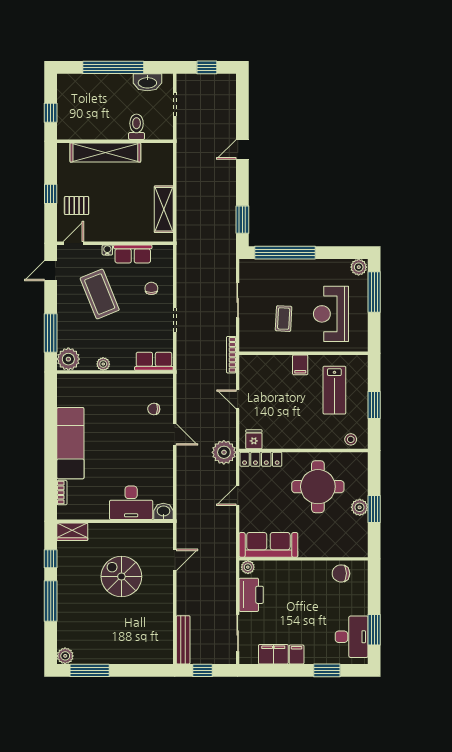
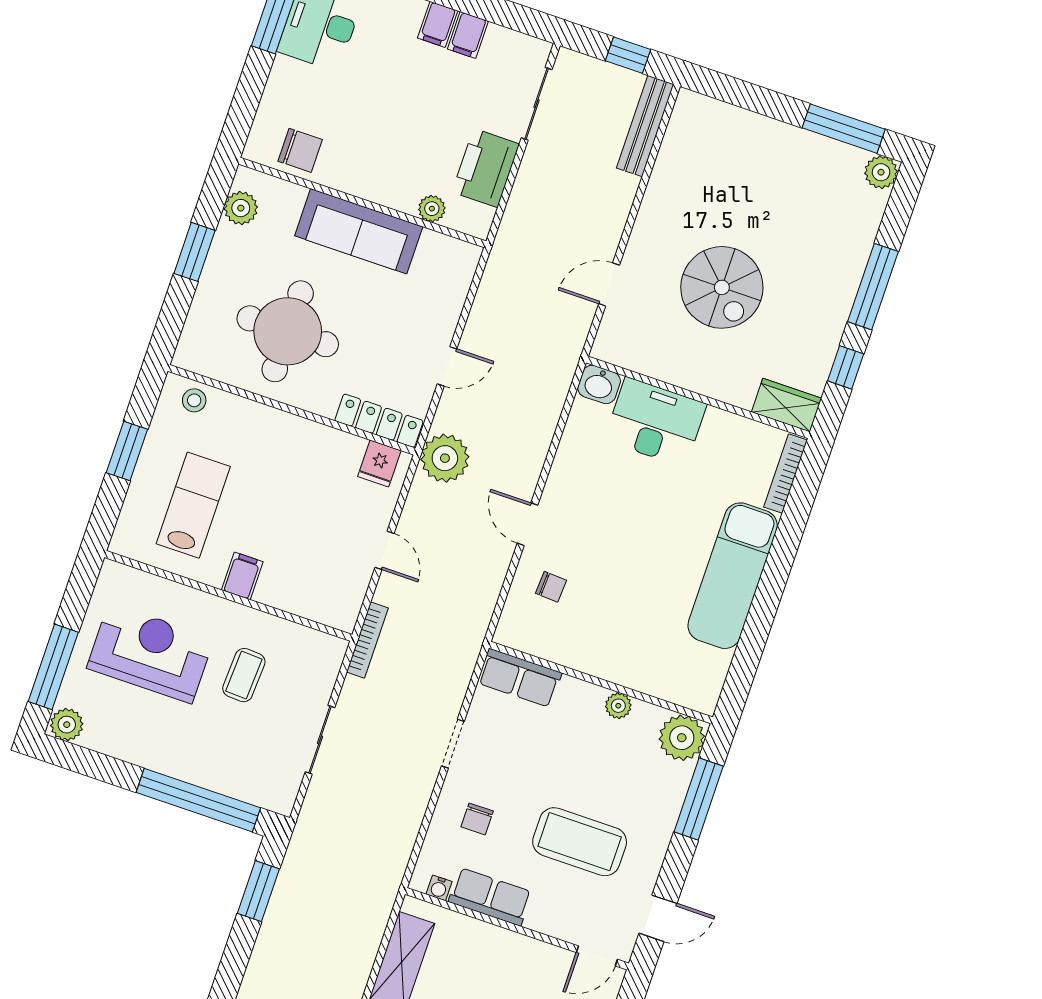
water cooler: (107, 250) -> (439, 888), moved
coffee table: (100, 294) -> (580, 842), turned -68
reception desk: (331, 314) -> (150, 653), turned -90
bookcase: (62, 493) -> (786, 473), width x1.56
plant: (360, 507) -> (241, 208), moved
sofa: (268, 545) -> (359, 231), moved
plant: (248, 567) -> (432, 209), moved
filing cabinet: (273, 654) -> (468, 35), width x0.50

